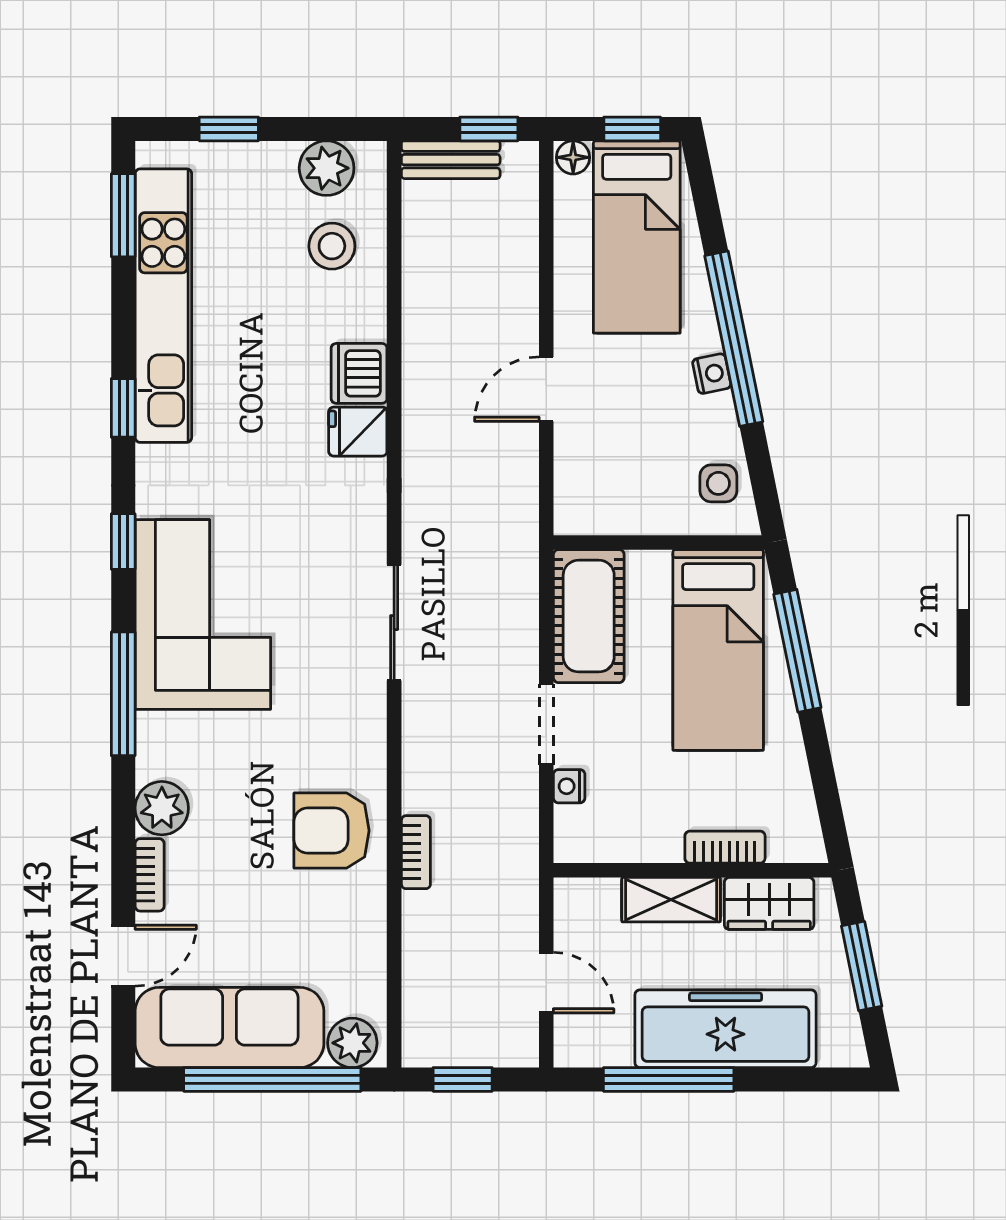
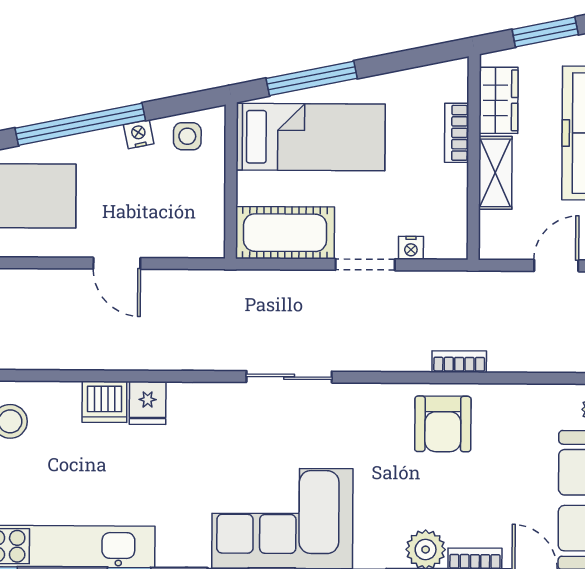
nightstand: (712, 374) -> (139, 134), moved

